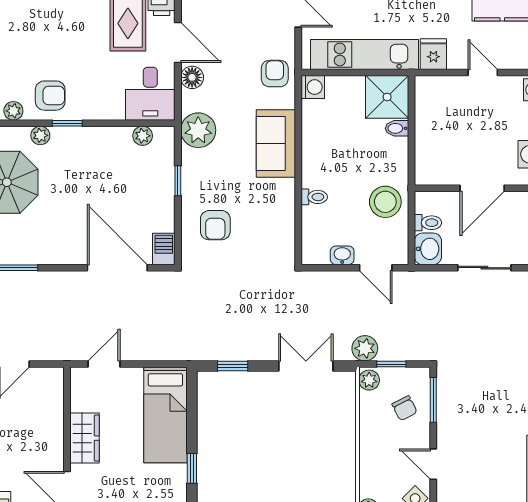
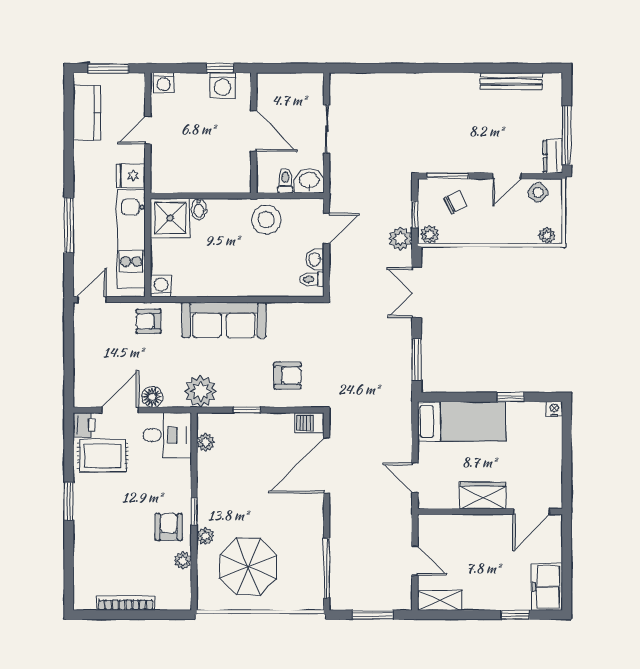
sofa: (276, 144) -> (224, 320), width x1.36
toilet: (314, 197) -> (312, 279), moved, turned -90
window: (233, 366) -> (417, 360), width x1.50

